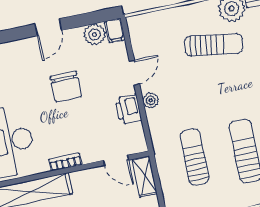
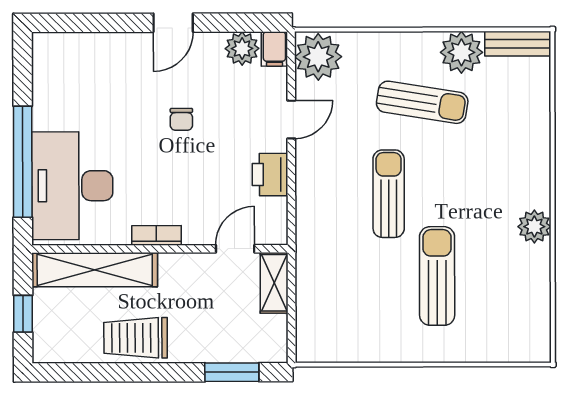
chair: (66, 86) -> (181, 119), width x0.54, depth x0.54
plant: (151, 100) -> (318, 57), moved, width x1.88, depth x1.88
sun lounger: (194, 157) -> (389, 194), moved
door: (116, 160) -> (235, 249), swing flipped

